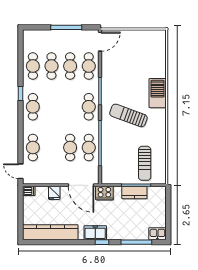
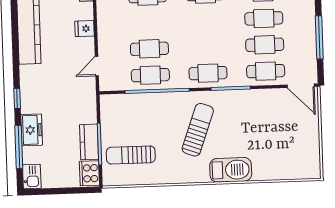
door: (81, 185) -> (97, 66), width x0.53
cooker: (104, 193) -> (89, 173), moved
freezer: (95, 233) -> (32, 130), moved

